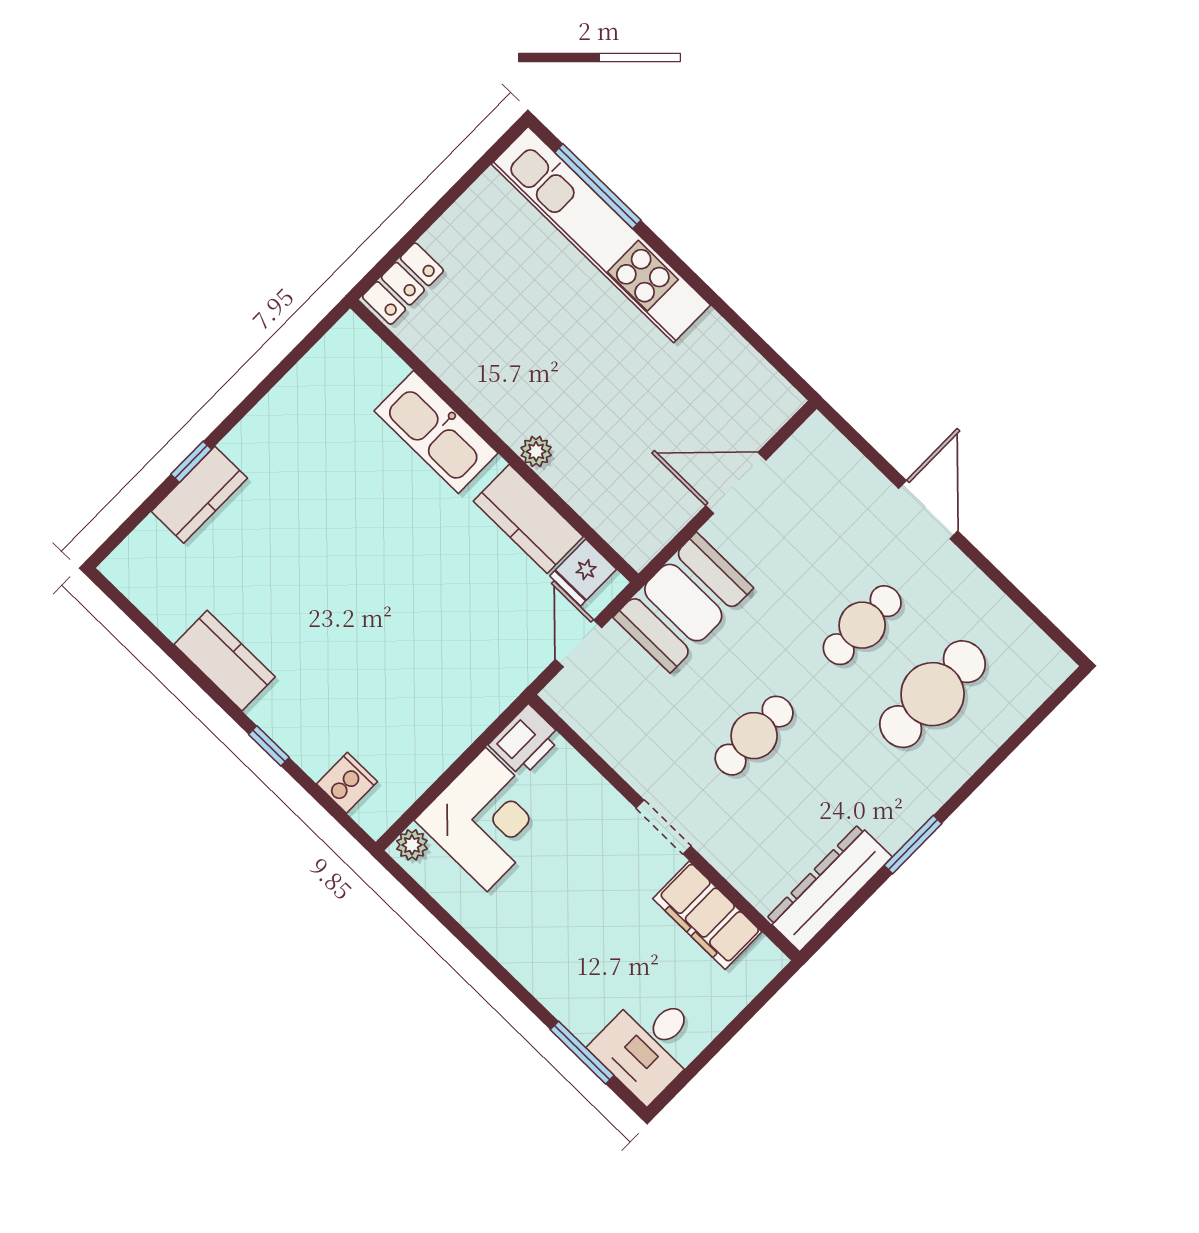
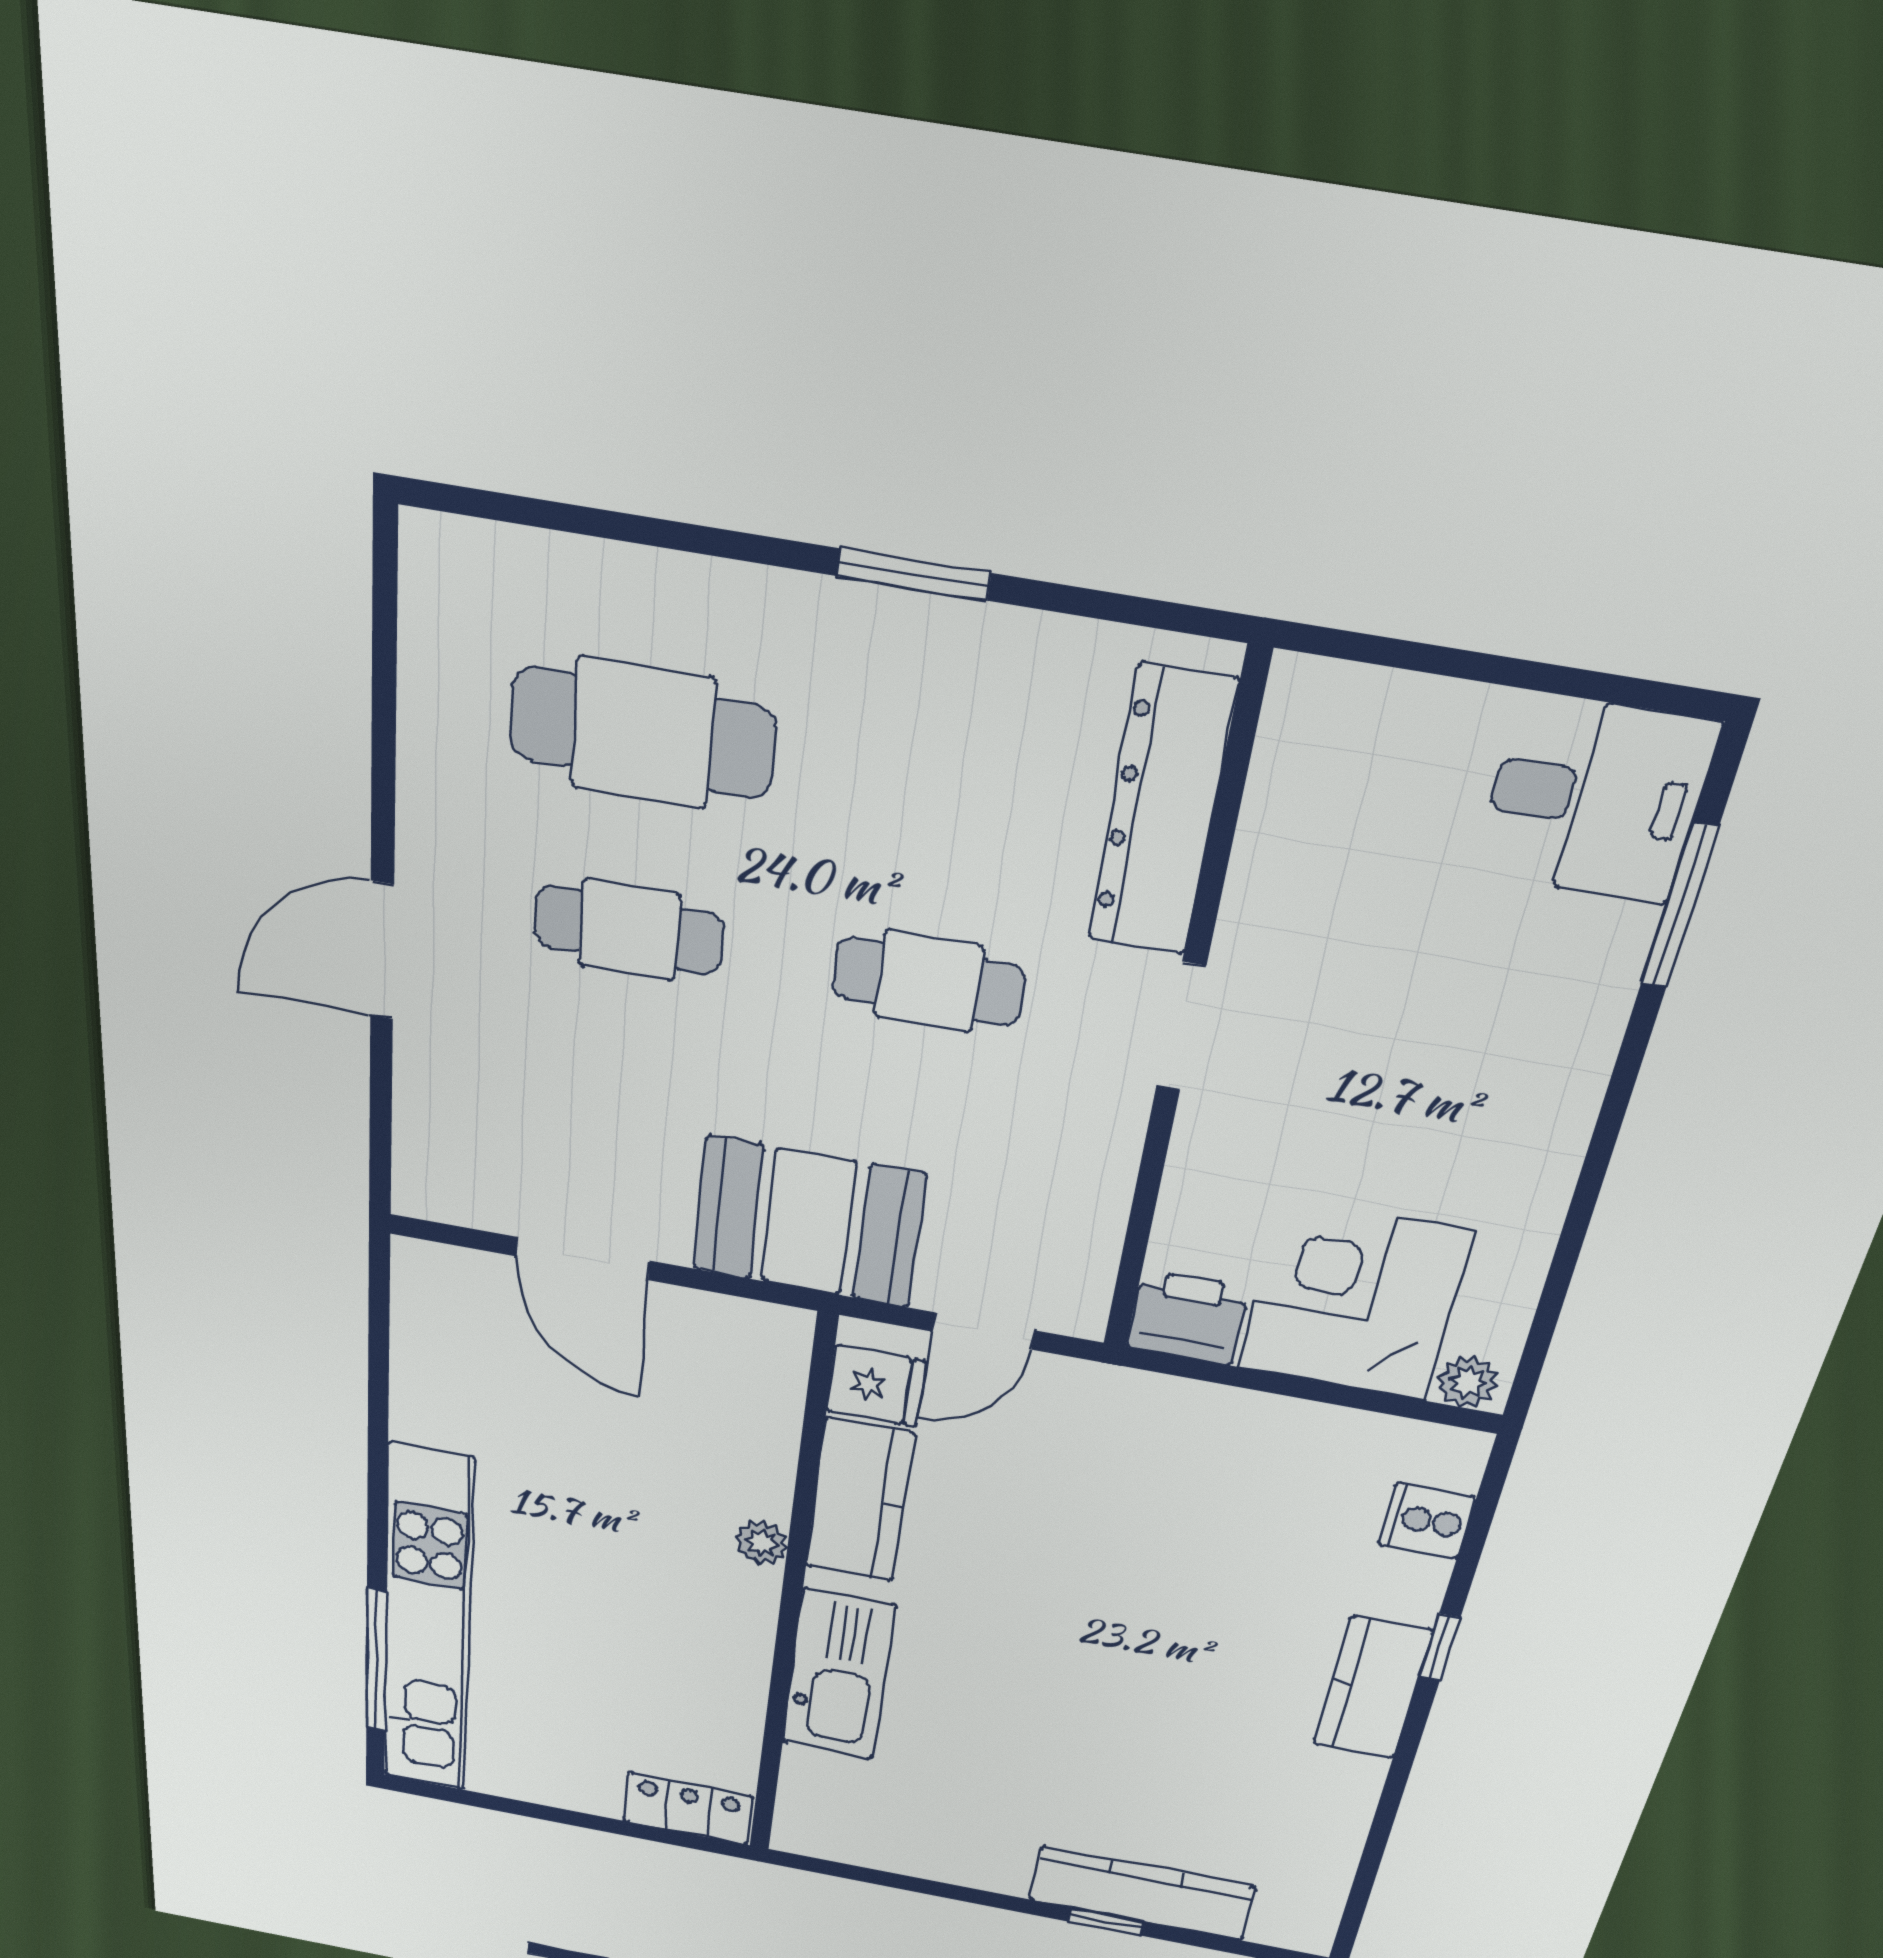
kitchen counter: (199, 495) -> (1142, 1893), width x1.50
kitchen counter: (225, 661) -> (1373, 1688), moved
dresser: (829, 888) -> (1162, 812), moved, turned 90
filing cabinet: (707, 915) -> (1286, 854), removed

